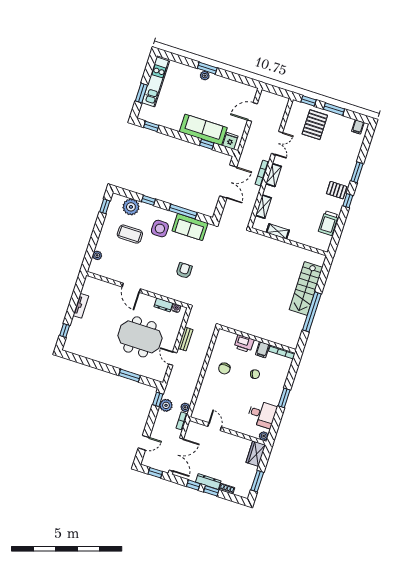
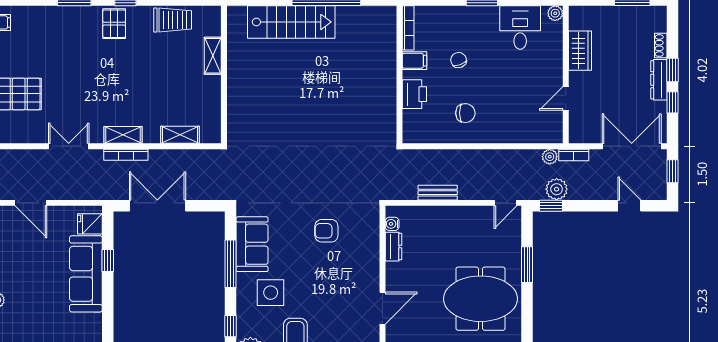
shelving: (278, 231) -> (213, 56), moved
meeting table: (140, 337) -> (480, 299), moved, turned 90
door: (173, 359) -> (505, 203), moved
wardrobe: (256, 454) -> (580, 51), moved, turned -90

